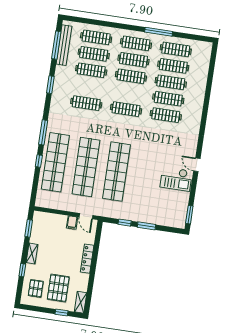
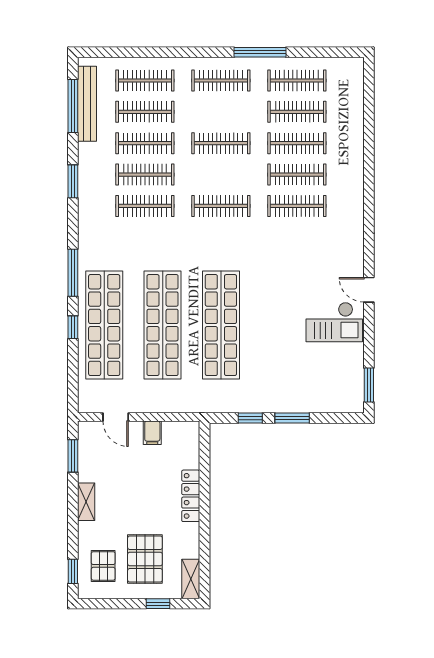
clothes rail: (133, 60) -> (145, 175), moved
door: (86, 216) -> (116, 417), moved
window: (22, 270) -> (73, 571), moved

